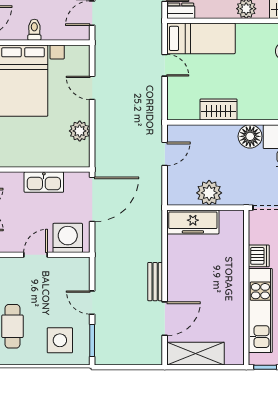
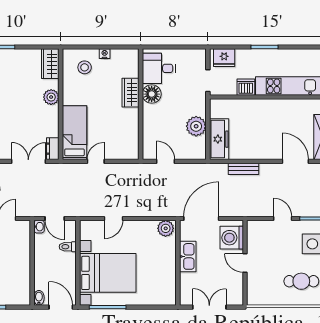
toilet: (34, 30) -> (68, 247), moved
wardrobe: (219, 110) -> (131, 93), moved
plant: (80, 131) -> (166, 228), moved
door: (92, 199) -> (201, 218), hinge flipped
bench: (155, 282) -> (243, 169), moved
door: (92, 303) -> (283, 218), swing flipped

